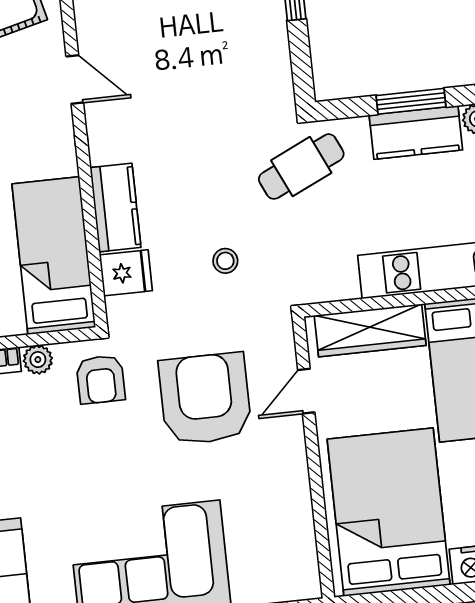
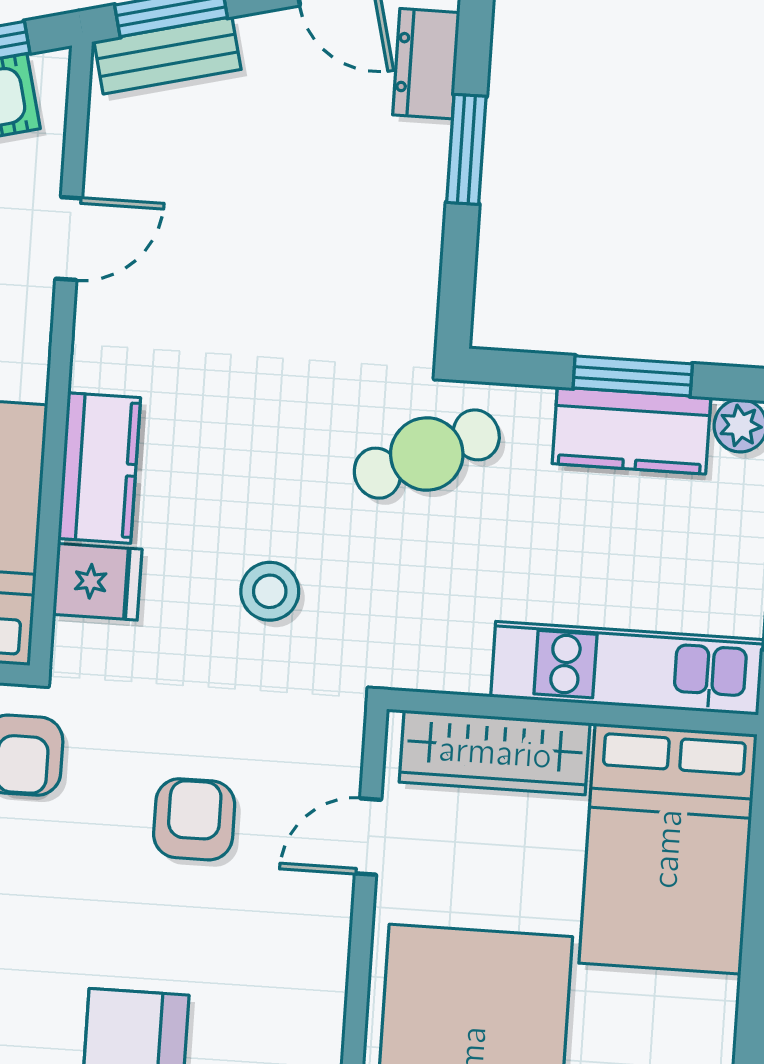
door: (75, 79) -> (69, 239), hinge flipped
stool: (225, 261) -> (270, 591), width x1.37, depth x1.37
armchair: (205, 399) -> (194, 819), width x0.53, depth x0.53

